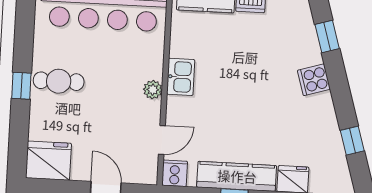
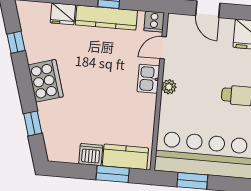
kitchen sink: (181, 77) -> (148, 79), moved
cooker: (314, 80) -> (46, 81), width x1.87, depth x1.31

